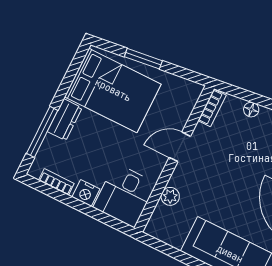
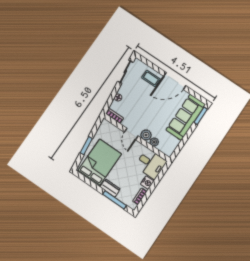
plant: (182, 178) -> (146, 135), added

